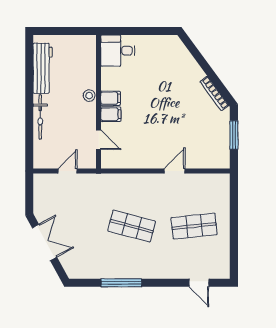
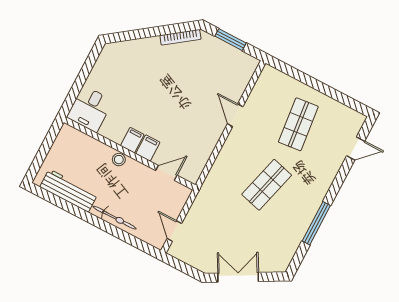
door: (68, 171) -> (174, 231), moved

